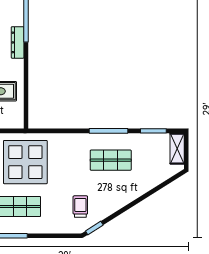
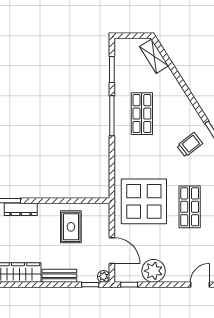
shelving: (177, 149) -> (154, 56), moved, turned 58
trolley: (80, 206) -> (190, 145), turned 142

